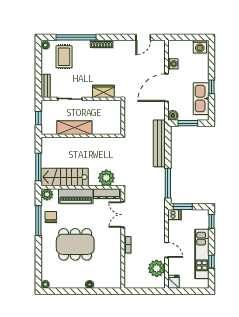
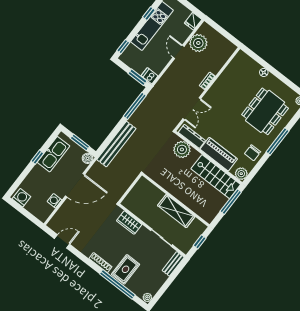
rug: (64, 57) -> (126, 269), moved
window: (38, 221) -> (278, 141), moved
dining table: (75, 244) -> (265, 111), moved, turned 90

